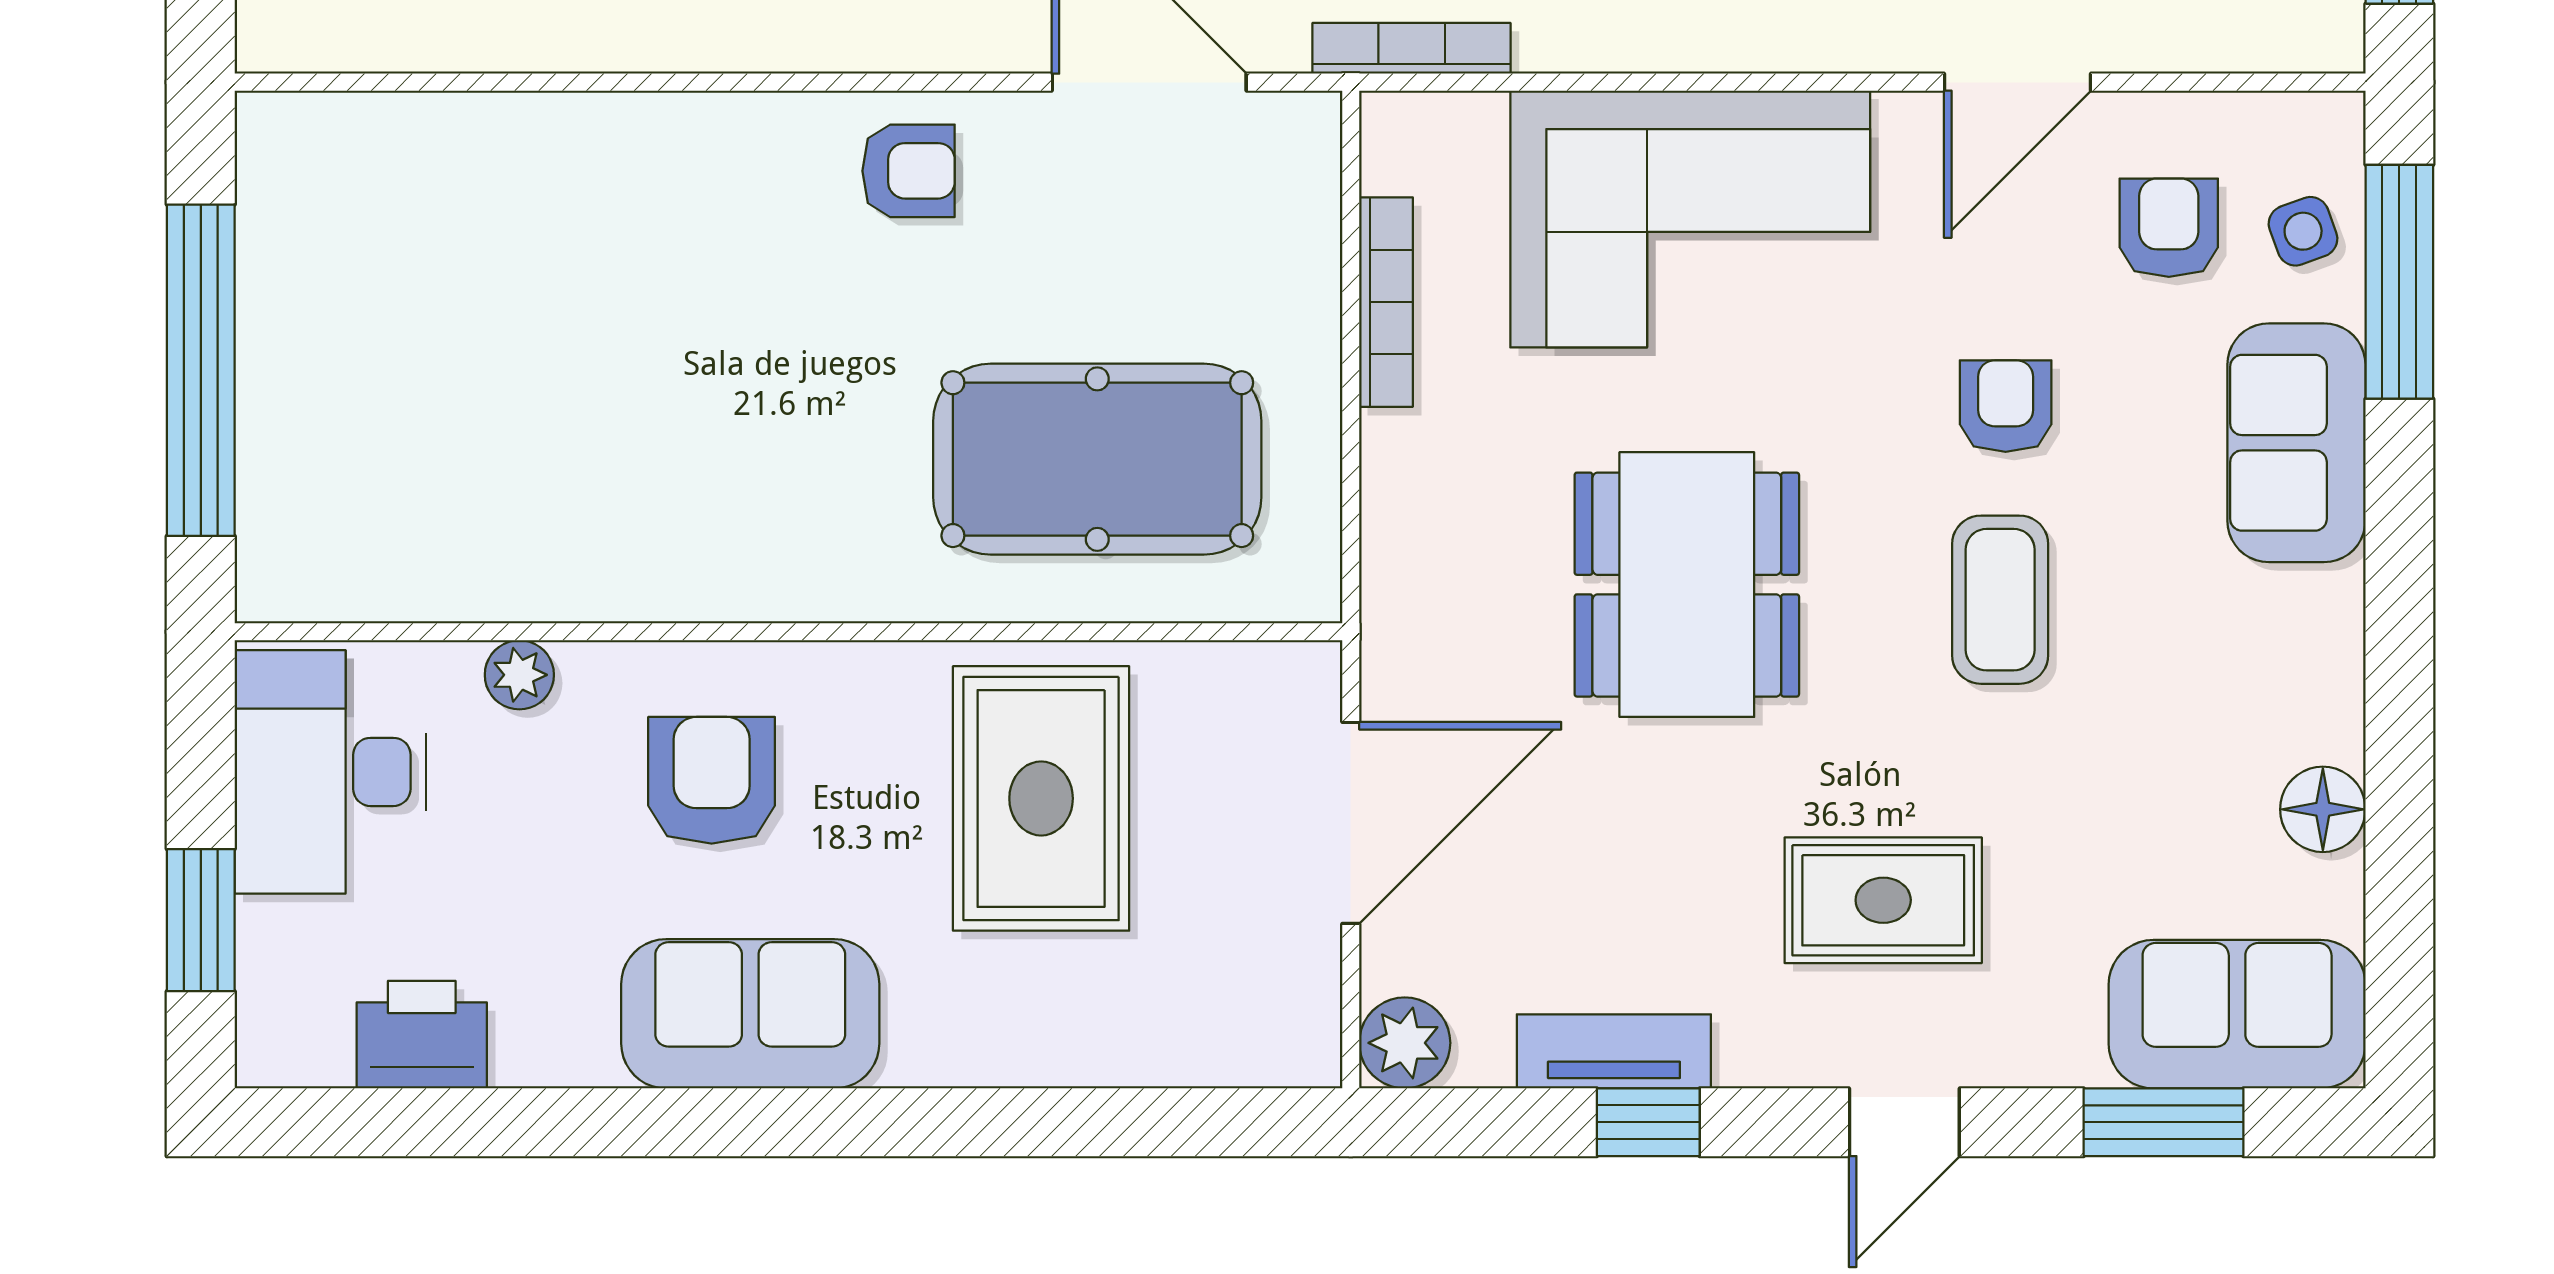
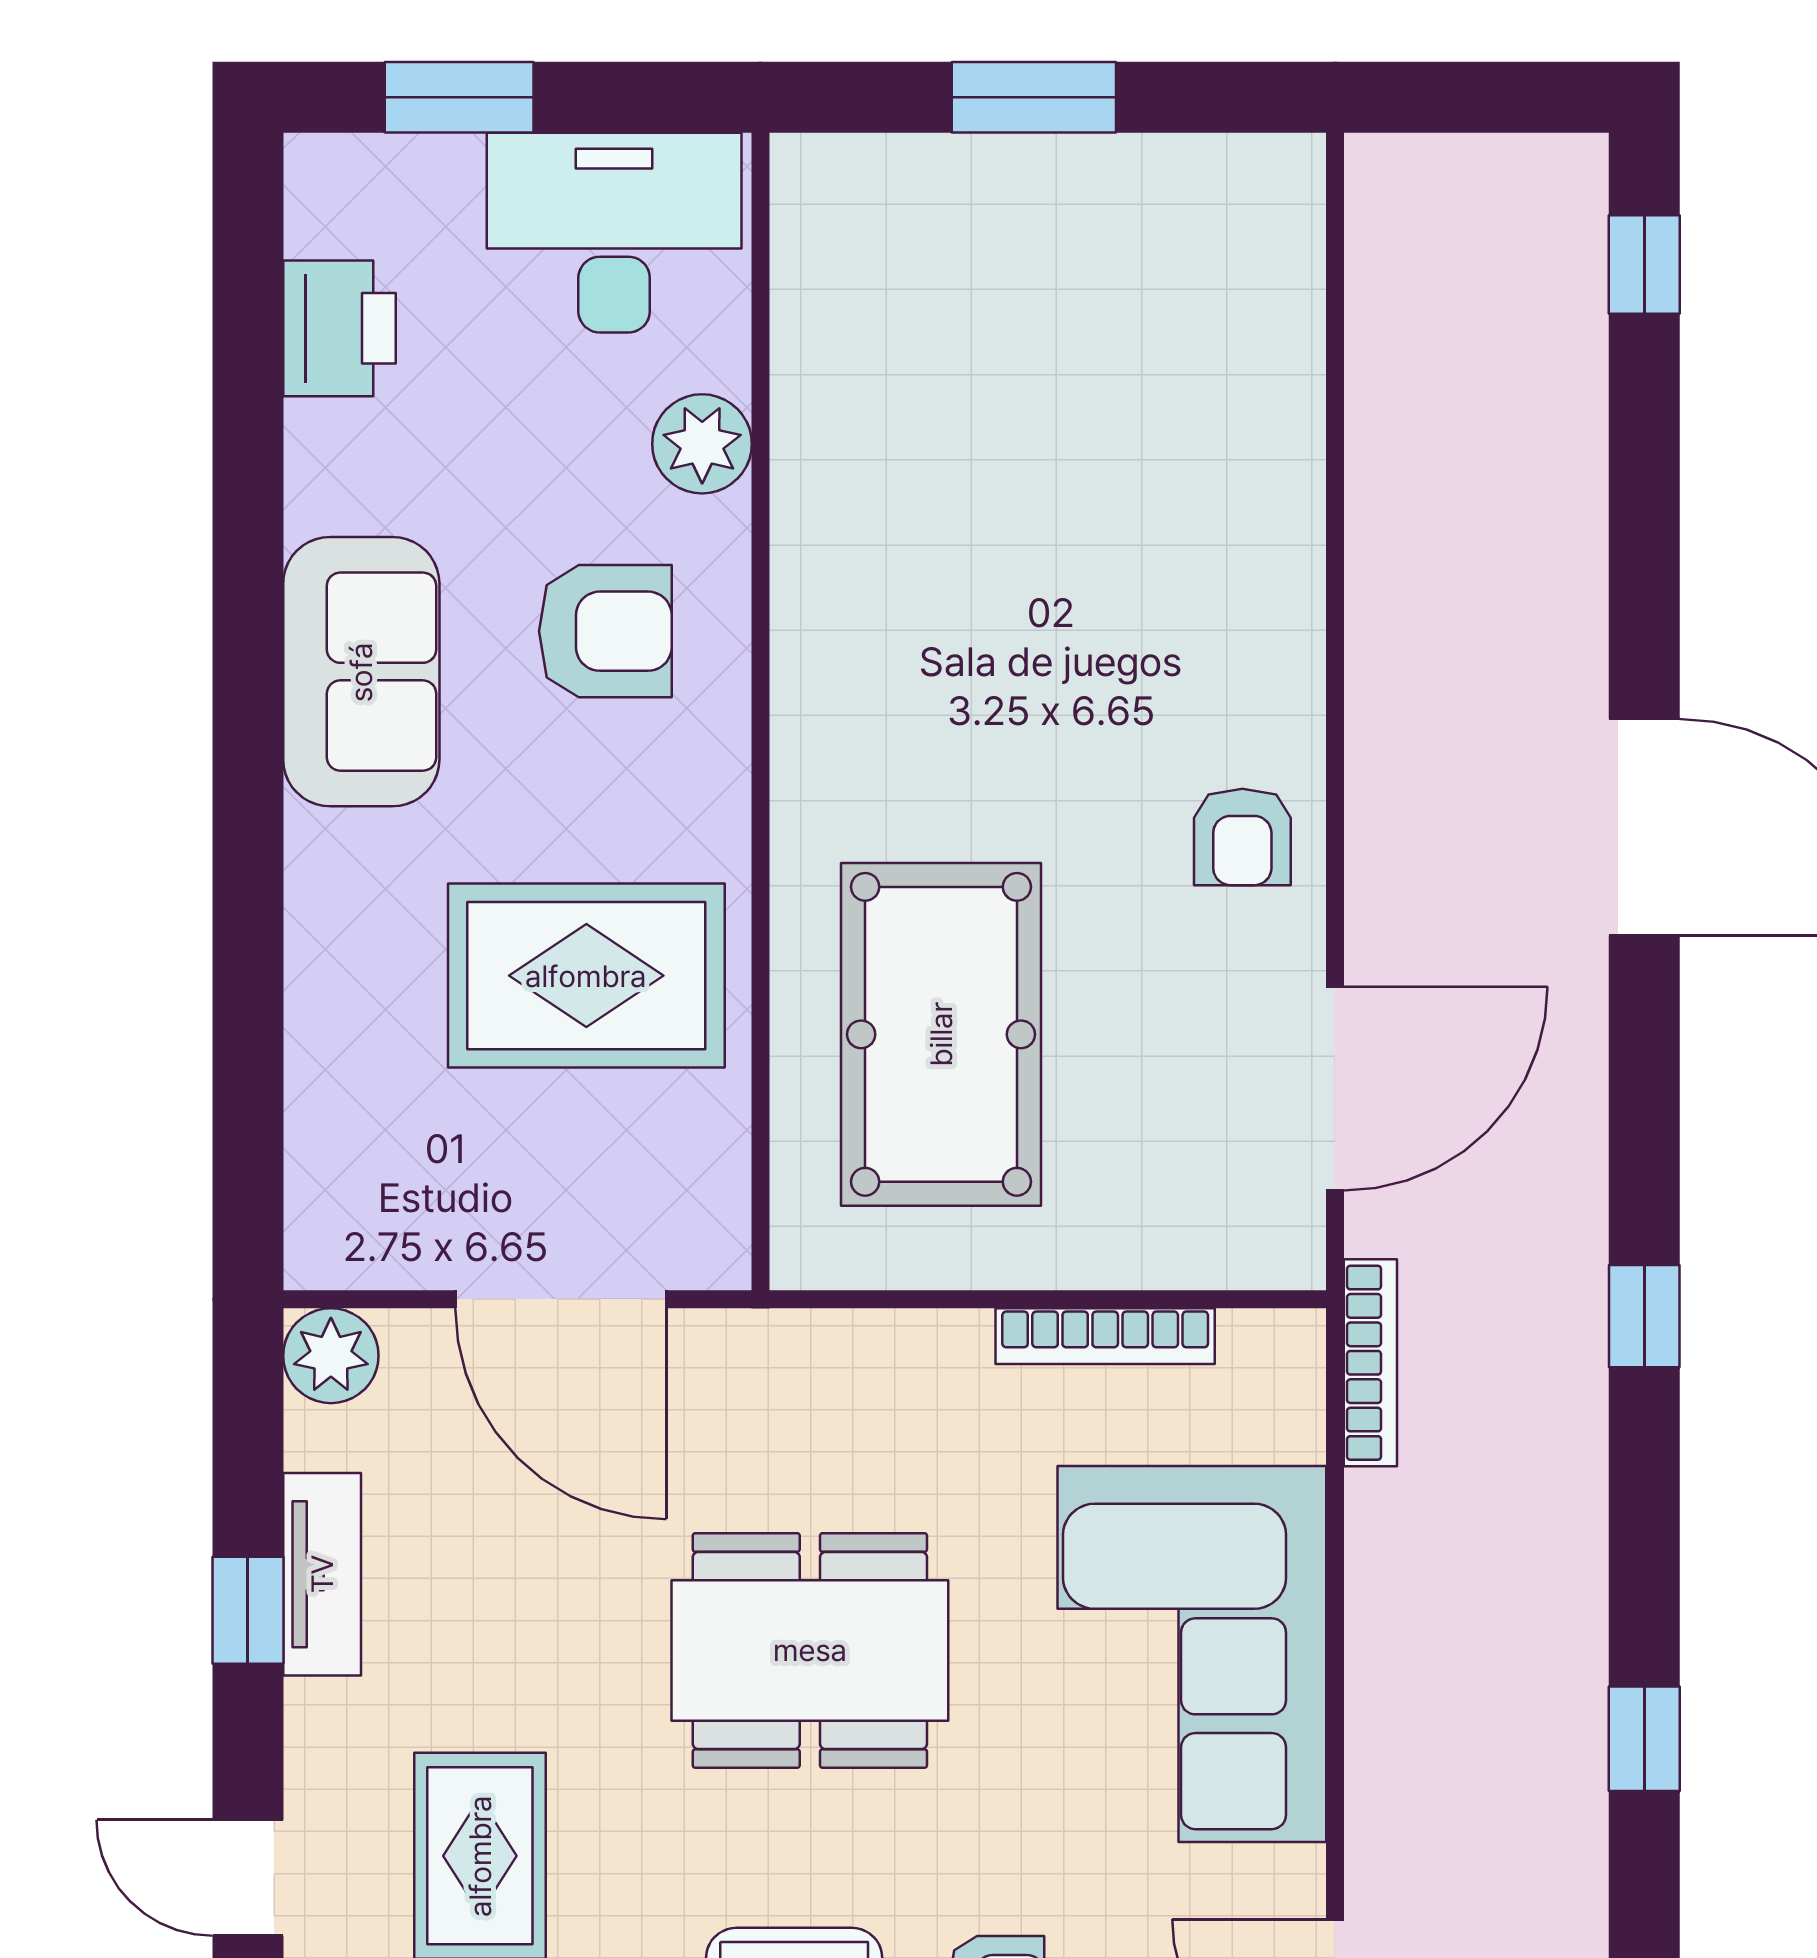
window: (201, 370) -> (1034, 97), width x0.47
plant: (519, 675) -> (702, 444), width x1.38, depth x1.38

